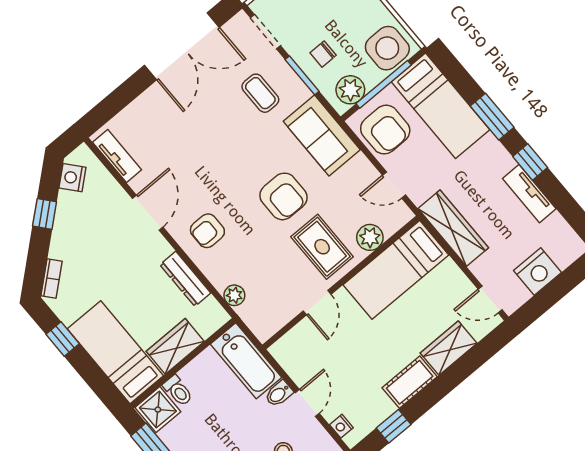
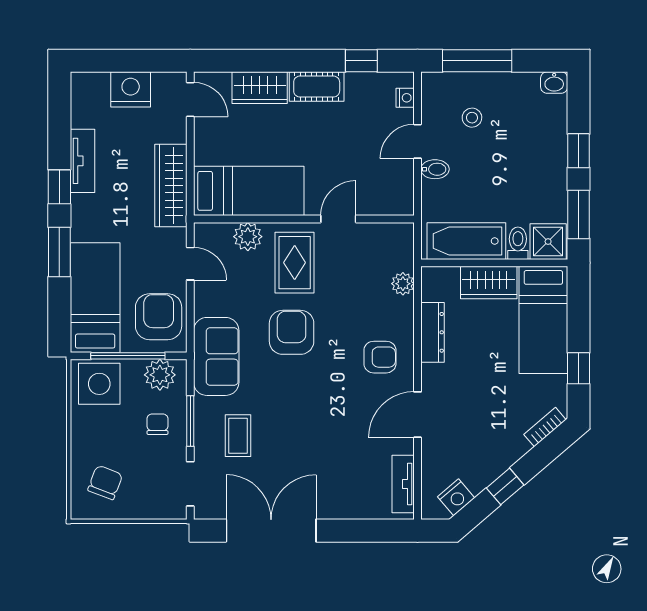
chair: (323, 54) -> (157, 424), turned -90
bathtub: (246, 361) -> (466, 241), moved, turned -90

